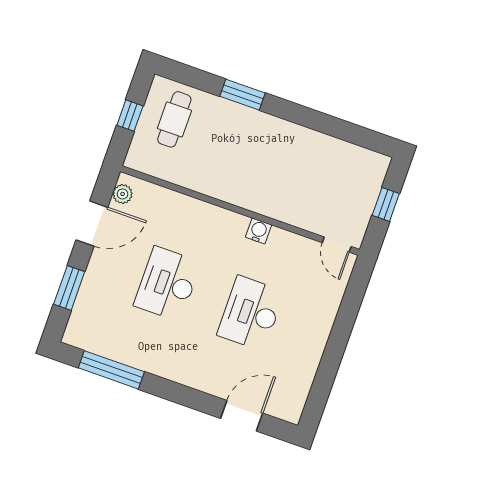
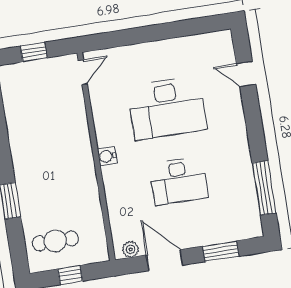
water cooler: (258, 231) -> (107, 156), moved
desk: (251, 313) -> (167, 108), width x1.36, depth x1.30
door: (242, 416) -> (246, 74), width x0.73

